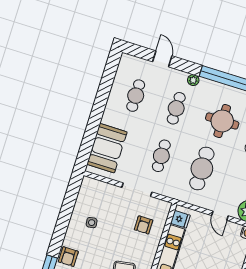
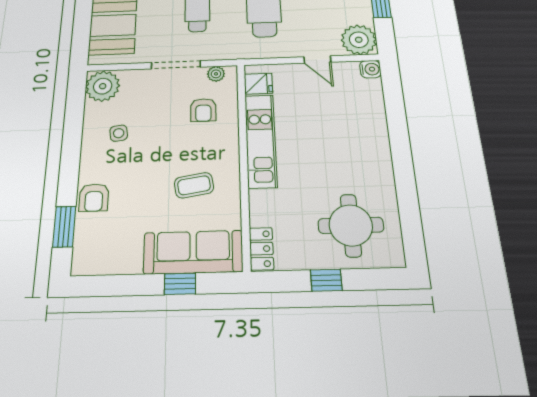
plant: (90, 189) -> (103, 86), added
plant: (158, 204) -> (216, 74), added

